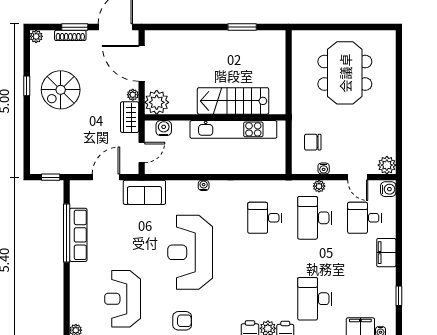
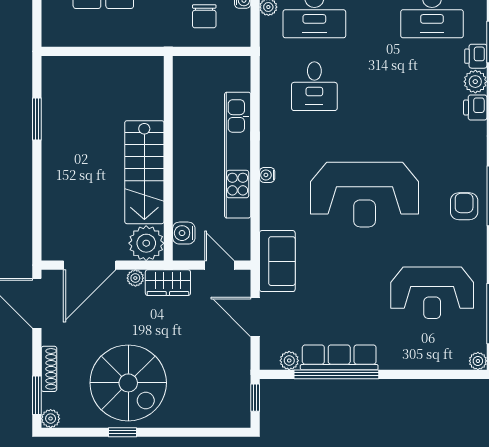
window: (75, 27) -> (37, 395), moved
spiral stairs: (61, 90) -> (128, 383), width x1.37, depth x1.37
stairs: (233, 101) -> (144, 172), moved
kitchen unit: (233, 129) -> (238, 155), moved, turned 180
plant: (76, 201) -> (289, 361), added

